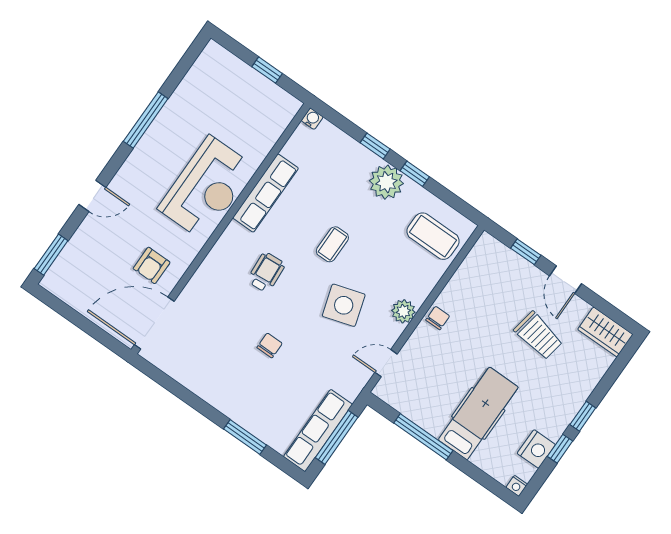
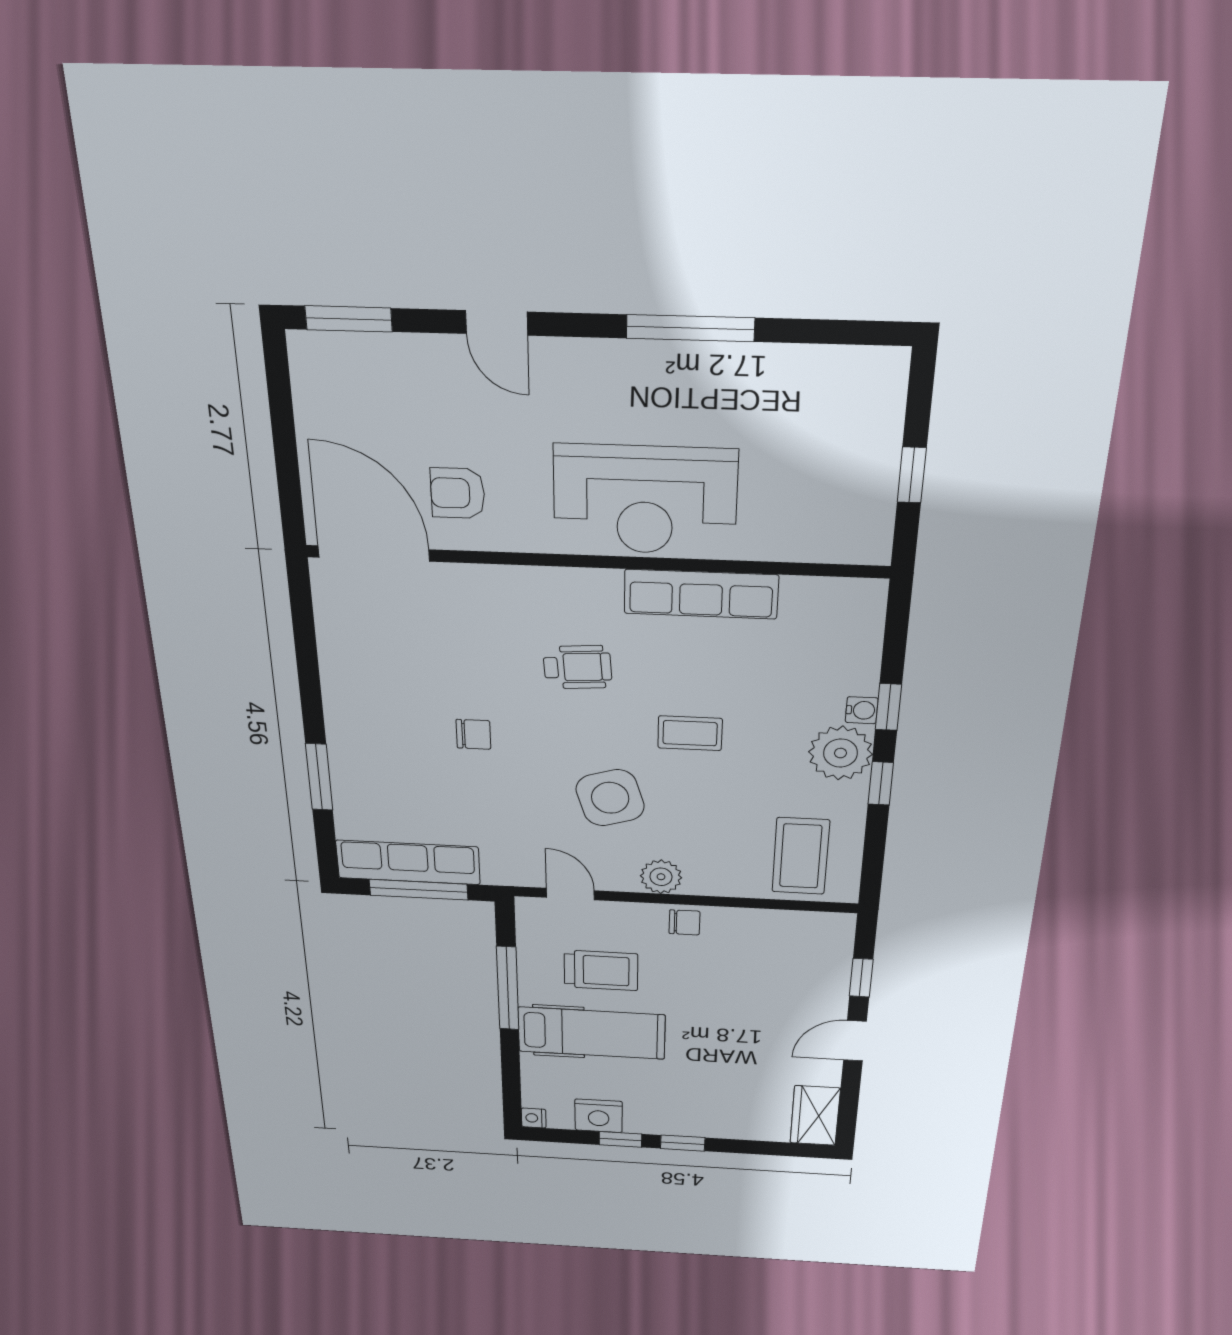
water cooler: (312, 119) -> (862, 710), moved
trolley: (538, 336) -> (601, 970), moved, turned -100

